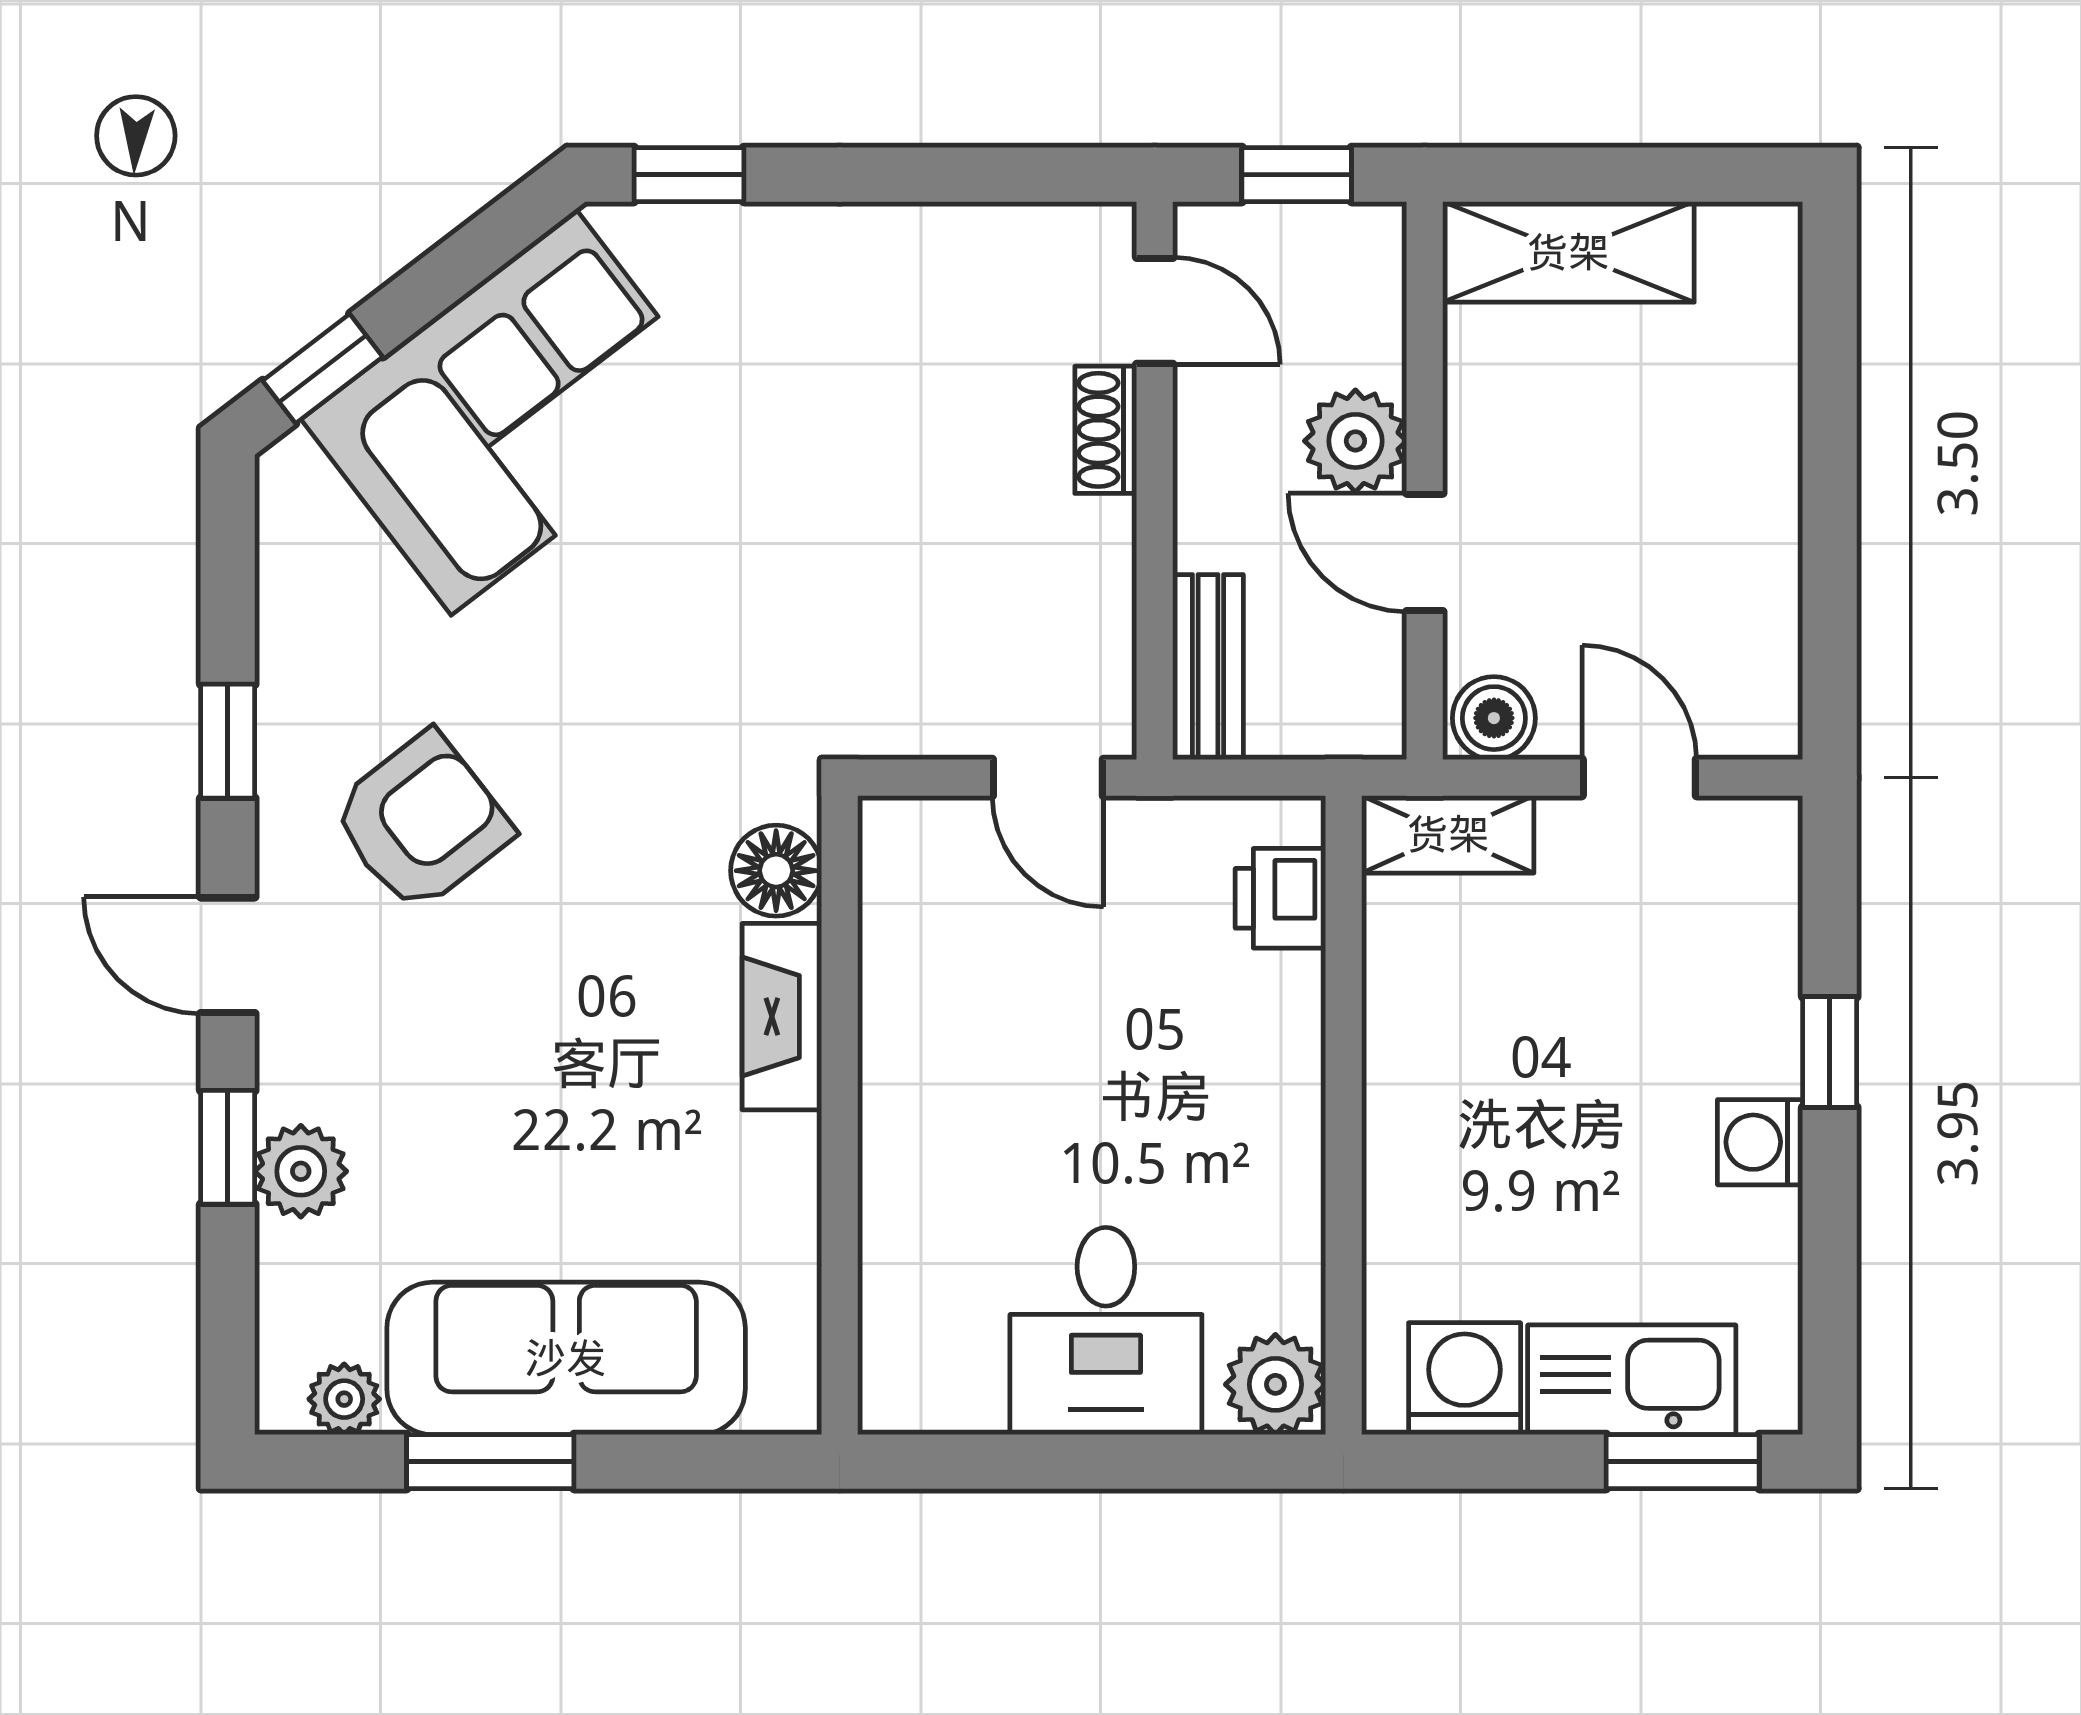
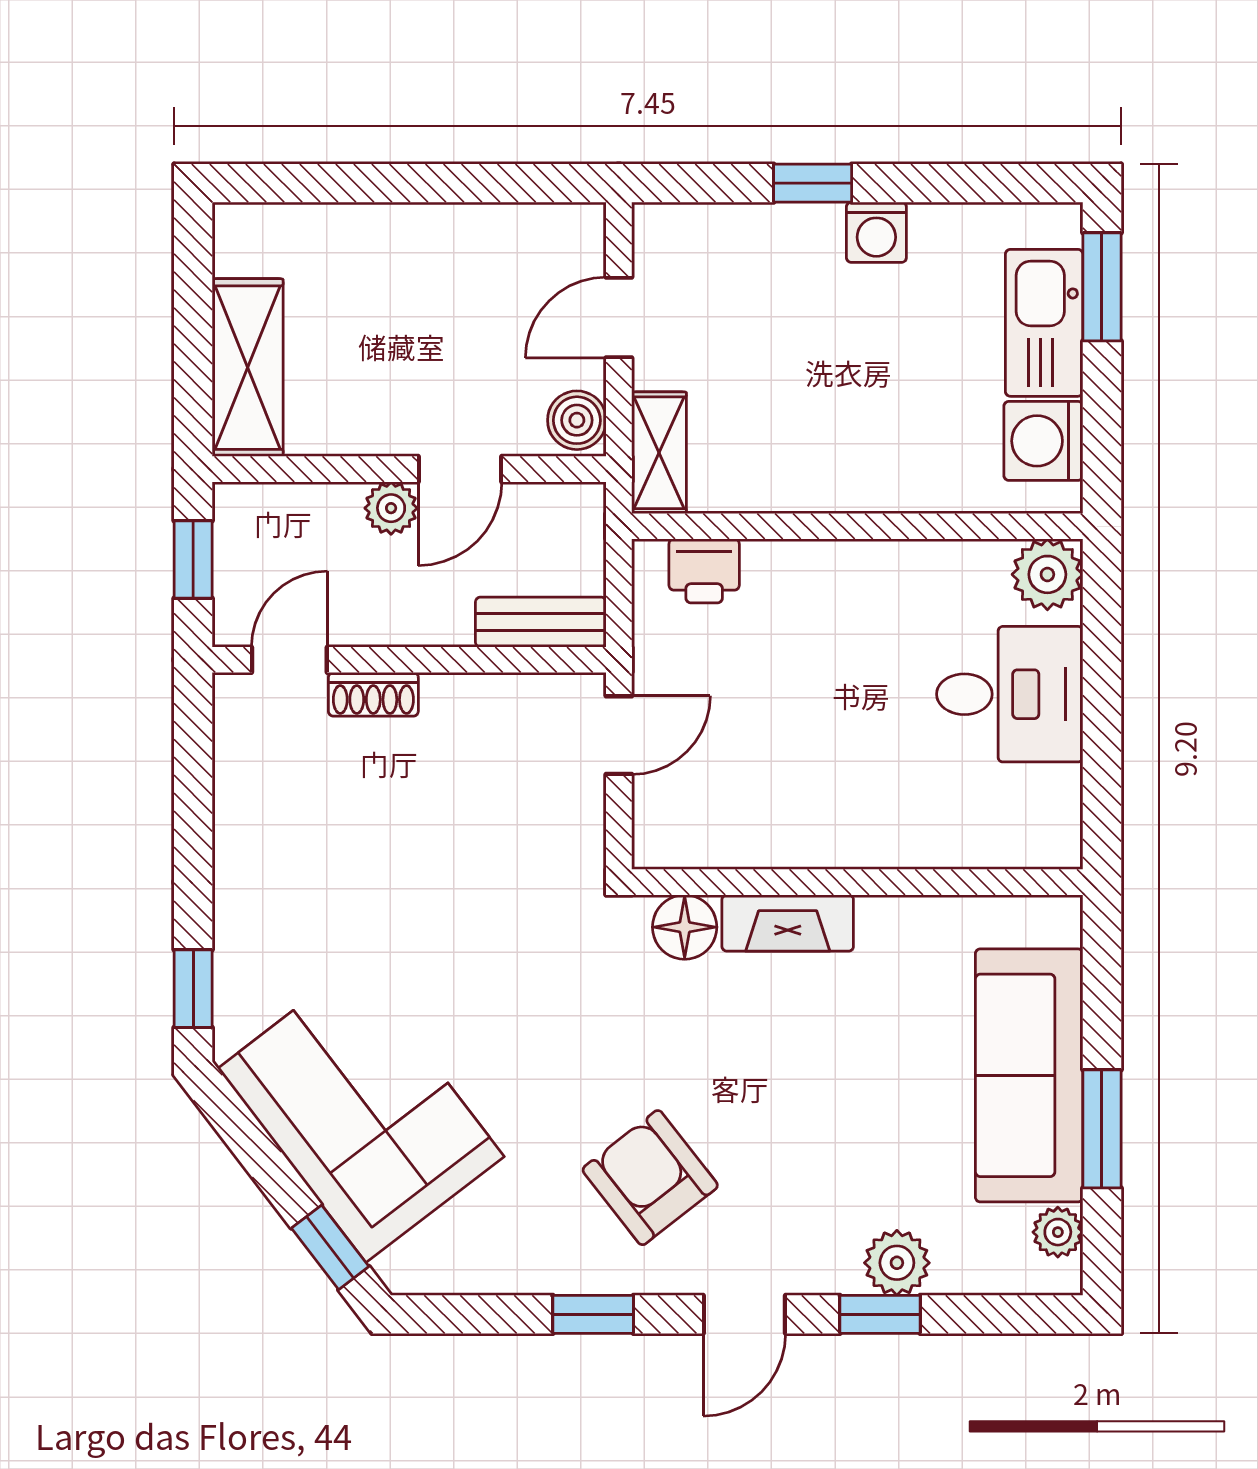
plant: (1355, 441) -> (391, 508), width x0.73, depth x0.73

